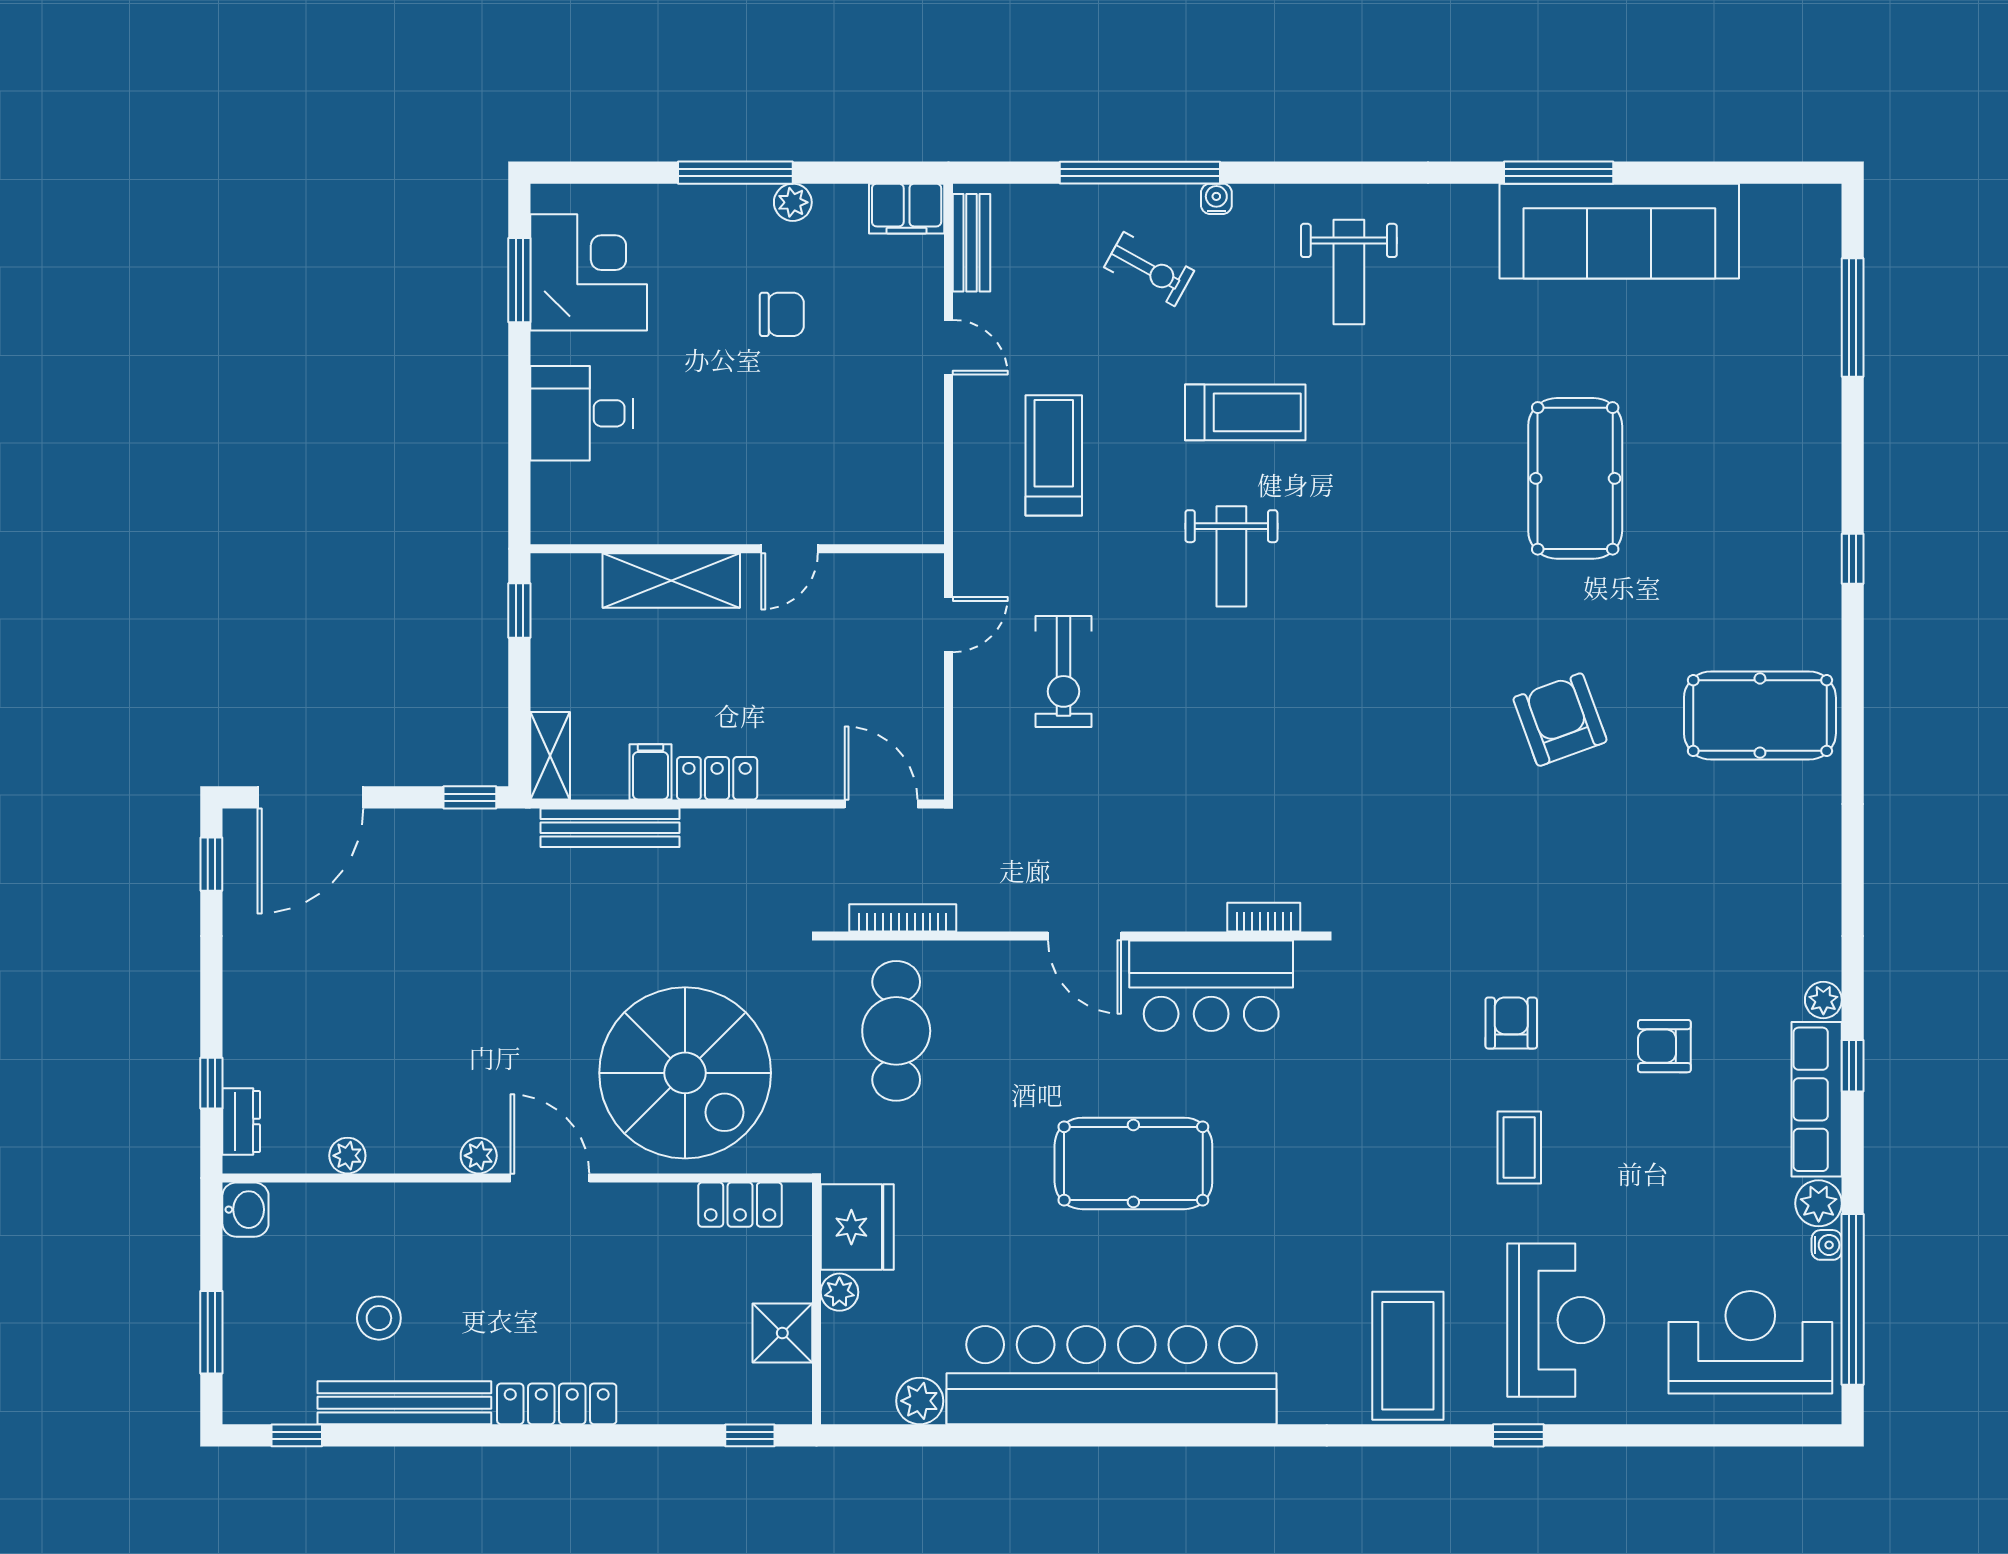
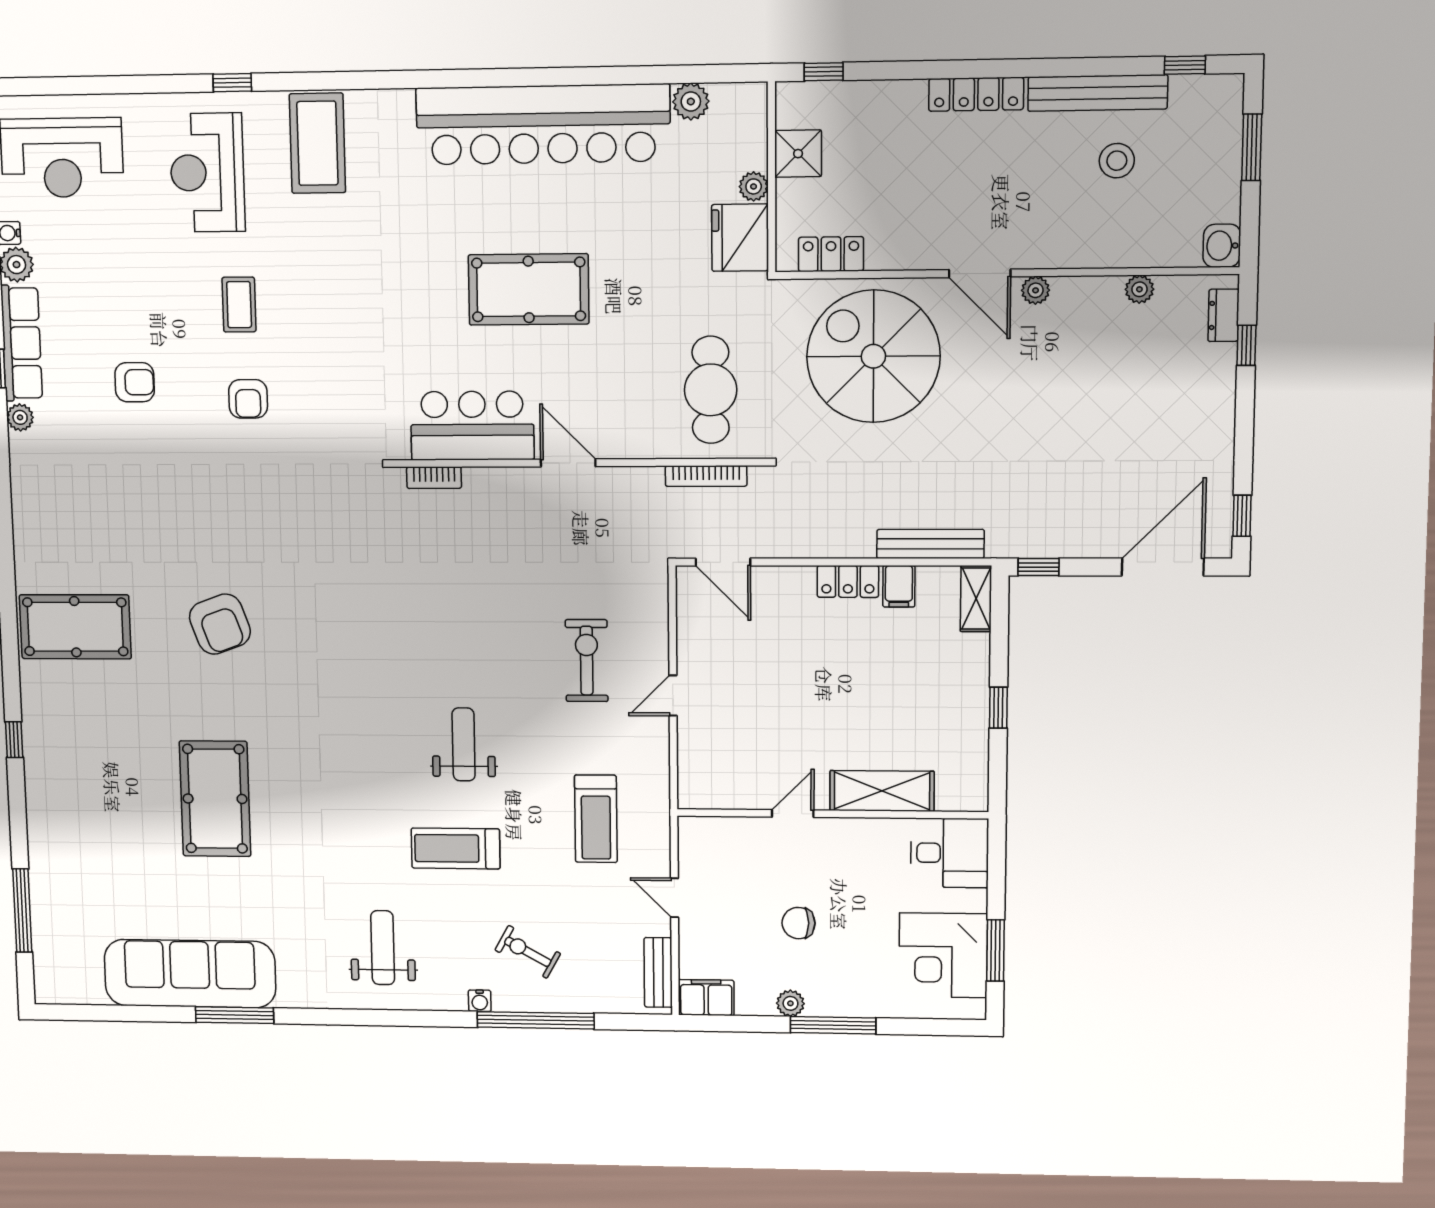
wall: (737, 549) -> (832, 814), moved
door: (790, 549) -> (793, 813), moved
shelving: (671, 581) -> (882, 791), moved

